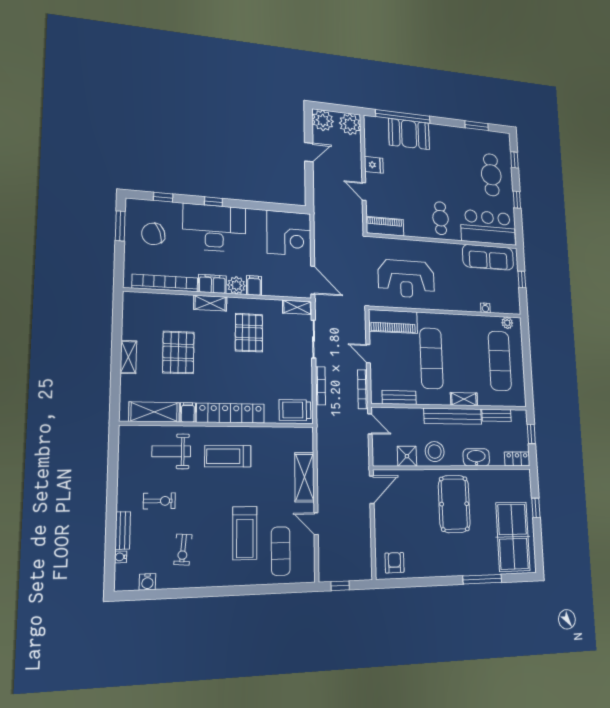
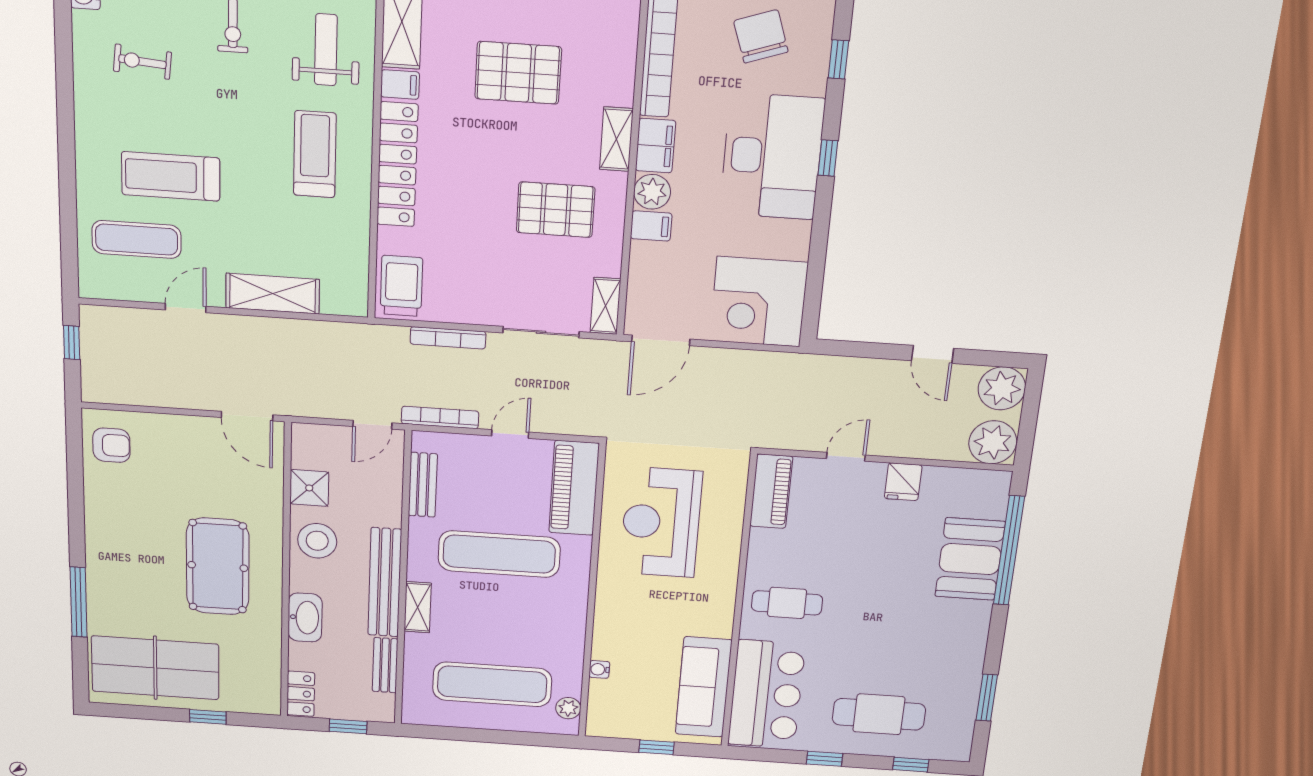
pool table: (454, 504) -> (218, 566), turned 90

